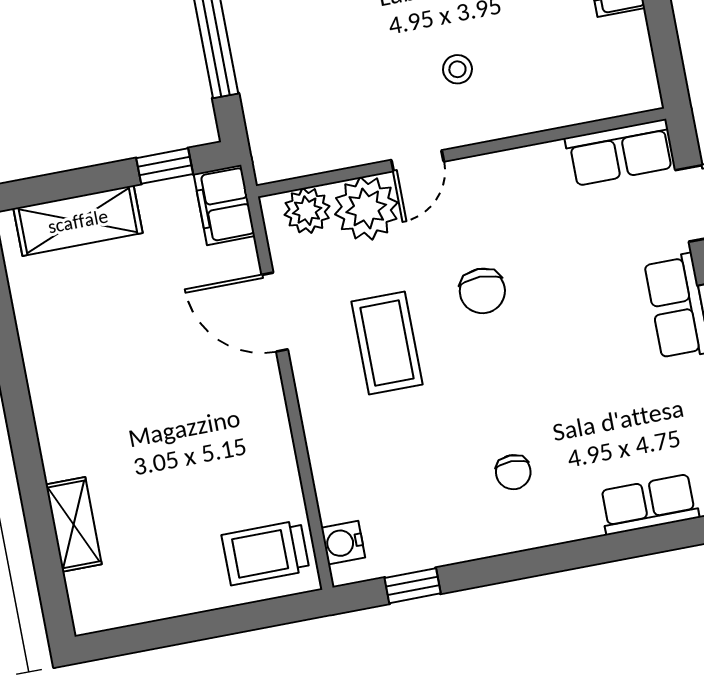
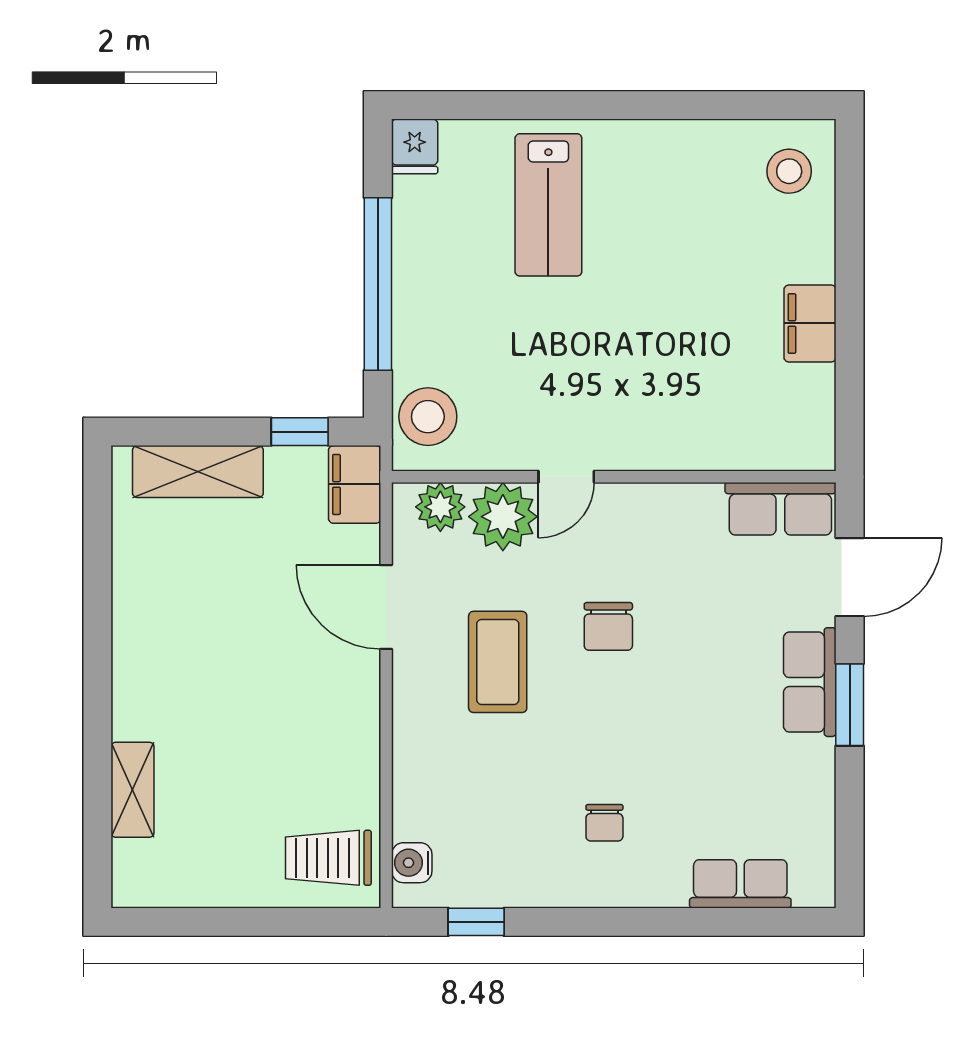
stool: (457, 69) -> (428, 417), moved, width x1.89, depth x1.89

